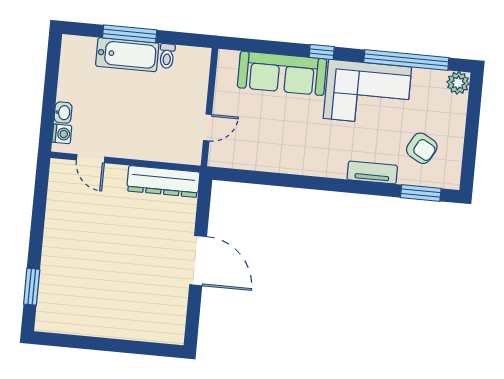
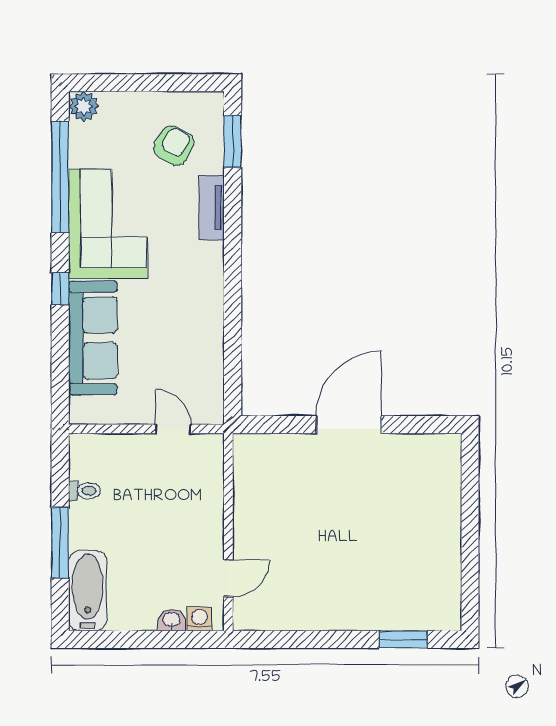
bathtub: (127, 55) -> (88, 591), moved
dresser: (163, 181) -> (249, 480), removed

